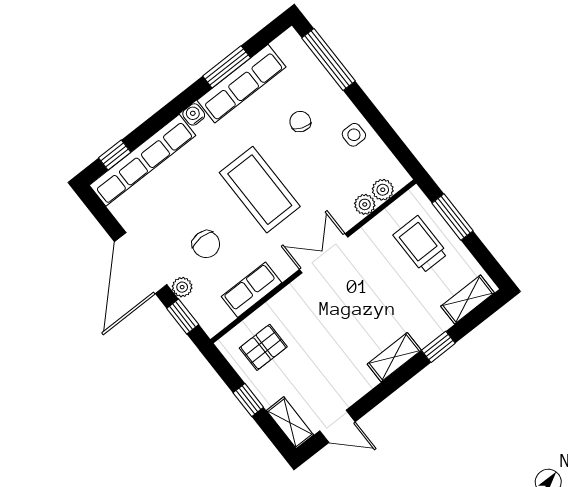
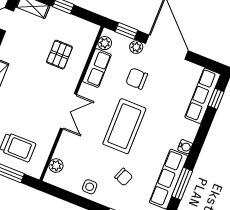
row of seats: (142, 160) -> (203, 96), width x0.73
coffee table: (260, 190) -> (124, 126), turned 90
plant: (365, 204) -> (105, 43), moved
pallet: (263, 347) -> (59, 55), moved

